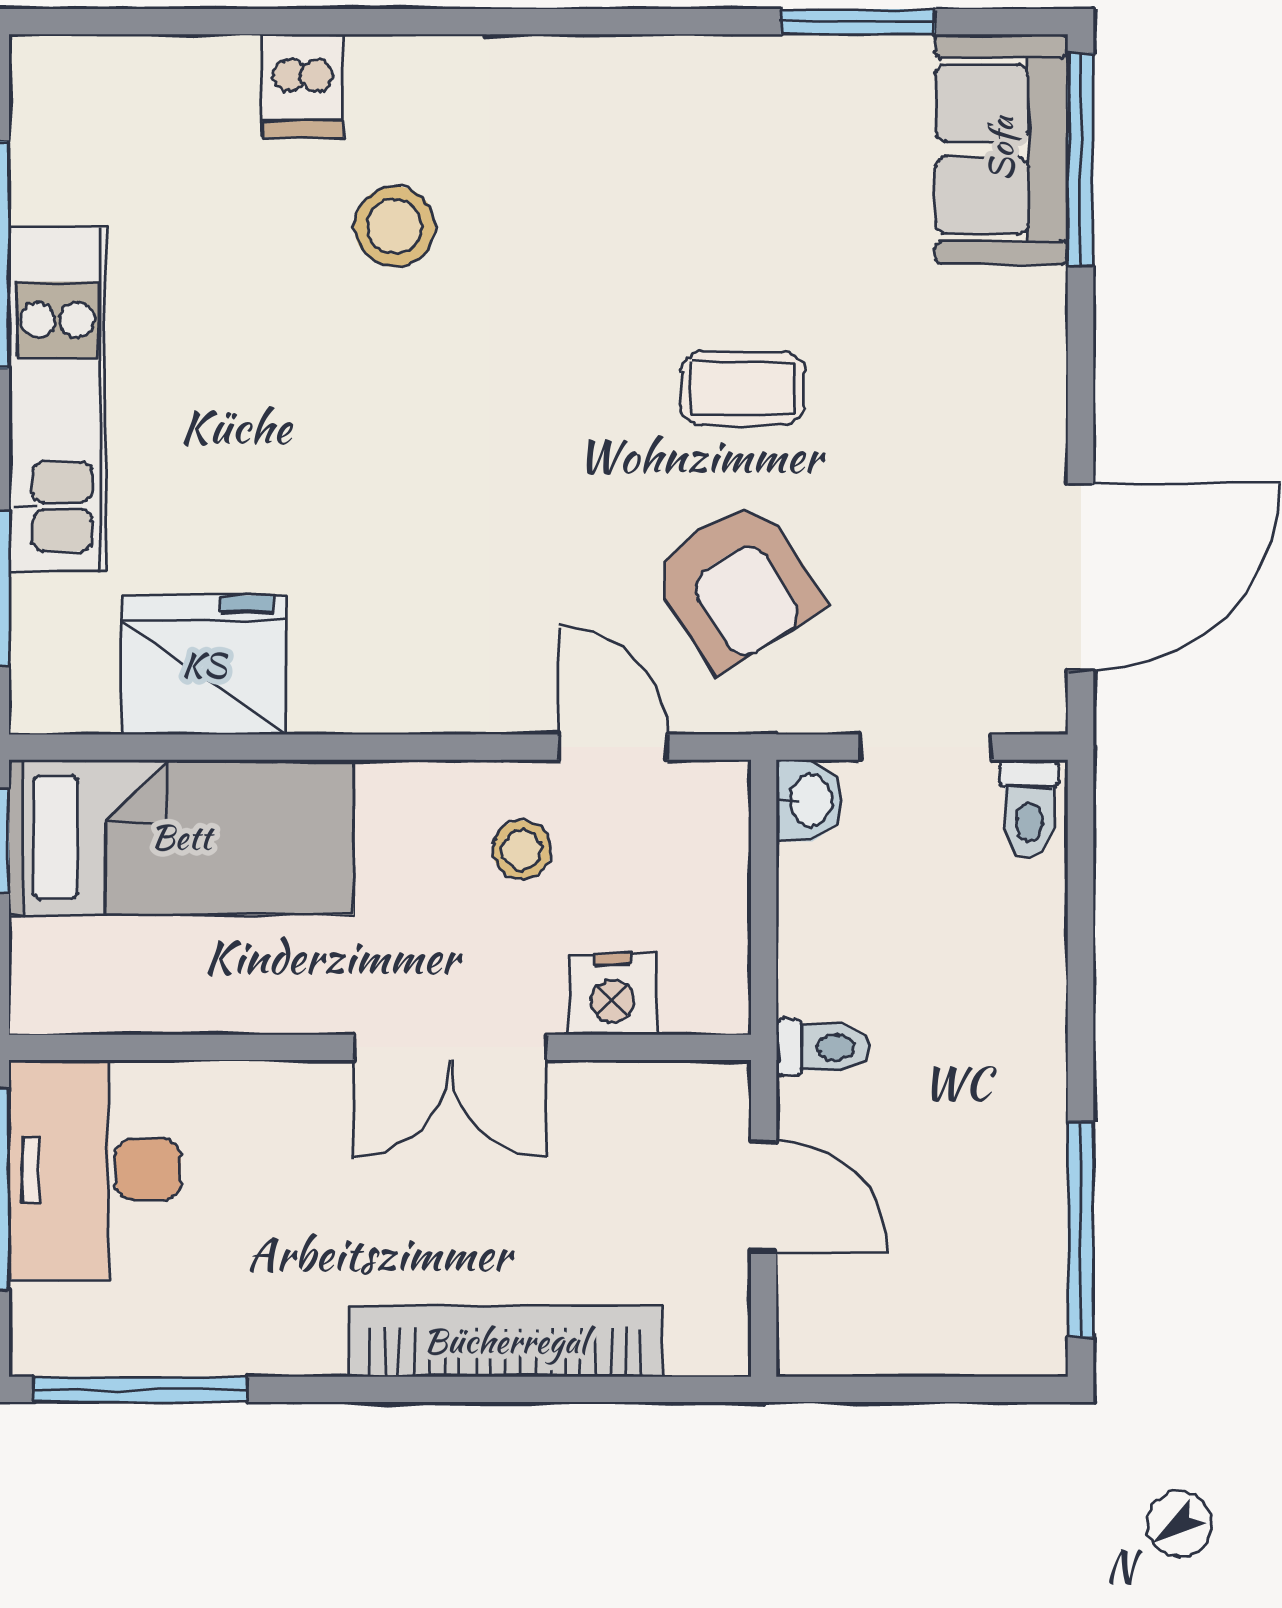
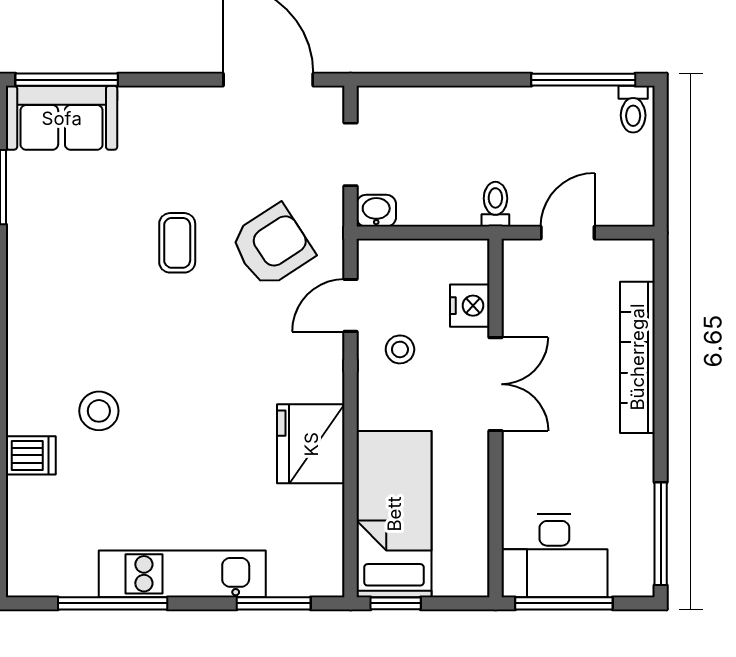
fridge: (204, 665) -> (311, 444), moved
toilet: (1029, 808) -> (633, 109), moved, turned 90

